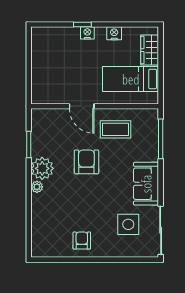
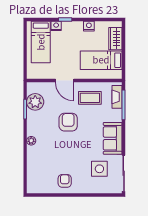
nightstand: (87, 33) -> (56, 26), moved
bed: (50, 55) -> (41, 42), added
fireplace: (152, 128) -> (117, 97), added
plant: (42, 168) -> (35, 102), moved

